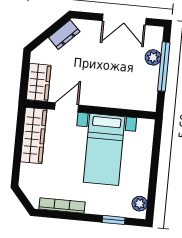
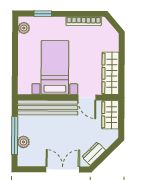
double door: (124, 19) -> (63, 169), moved
bench: (118, 99) -> (48, 108), added
door: (67, 107) -> (87, 97), hinge flipped

